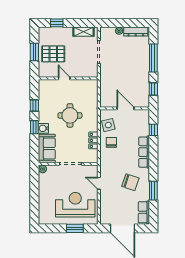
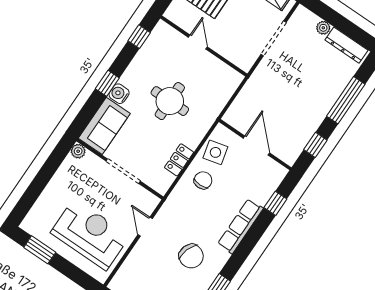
window: (34, 106) -> (139, 37), moved
window: (75, 228) -> (40, 250), moved

